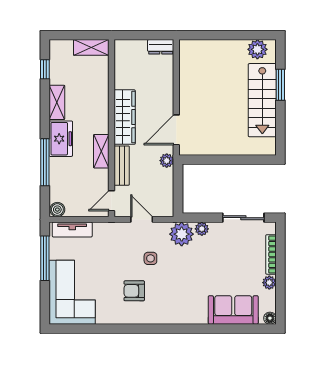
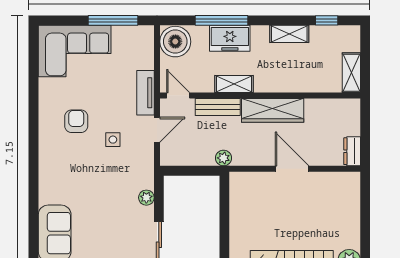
door: (176, 130) -> (292, 169), moved
freezer: (61, 139) -> (230, 38), moved
boiler: (57, 210) -> (175, 42), width x1.86, depth x1.86
tv unit: (72, 230) -> (146, 93), moved
plant: (182, 234) -> (140, 175), removed

